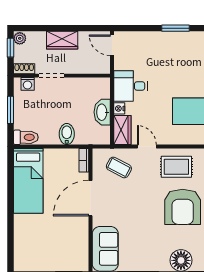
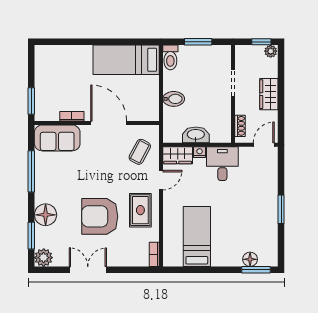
shoe rack: (24, 69) -> (240, 126), moved
washing machine: (28, 84) -> (224, 59), removed
bookcase: (84, 160) -> (72, 116), moved

